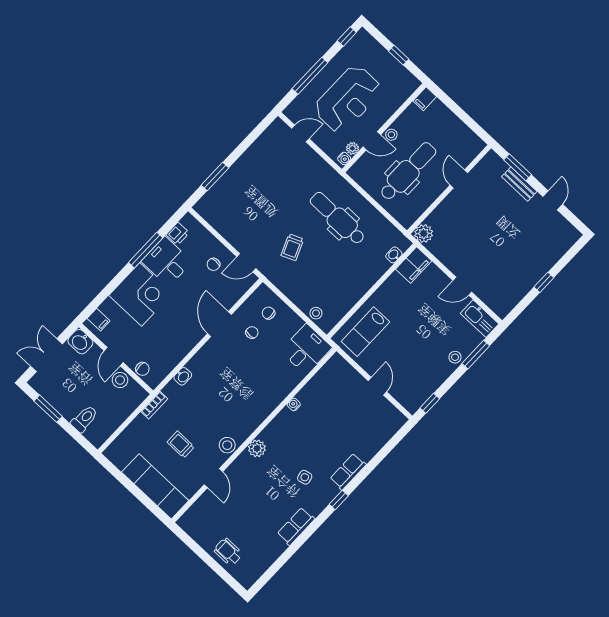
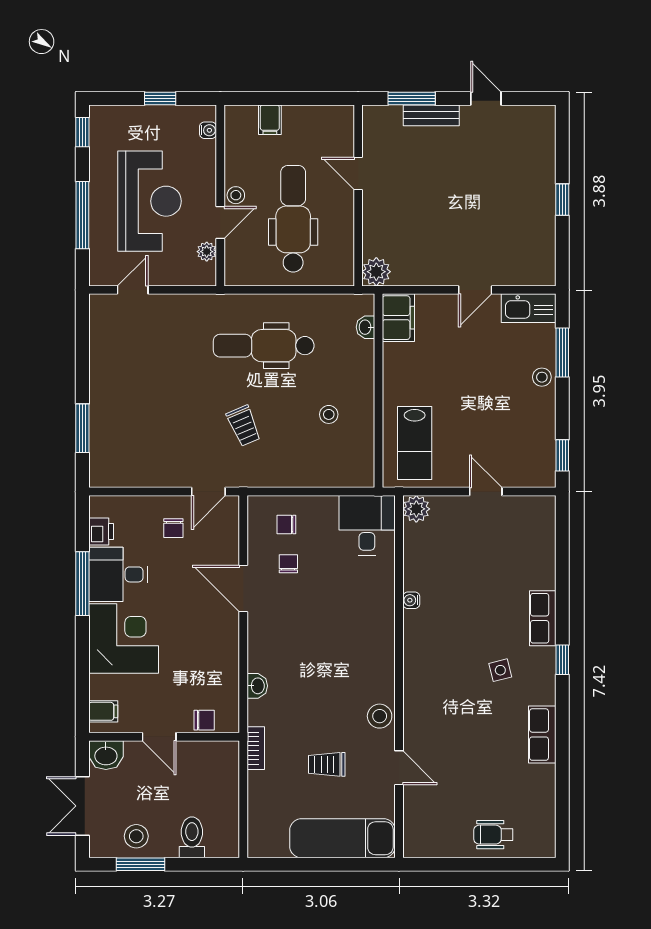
filing cabinet: (425, 99) -> (270, 120), moved
water cooler: (344, 158) -> (208, 130), moved
stool: (316, 313) -> (329, 414), moved
stool: (120, 380) -> (136, 836), moved
plant: (257, 448) -> (416, 509), moved

